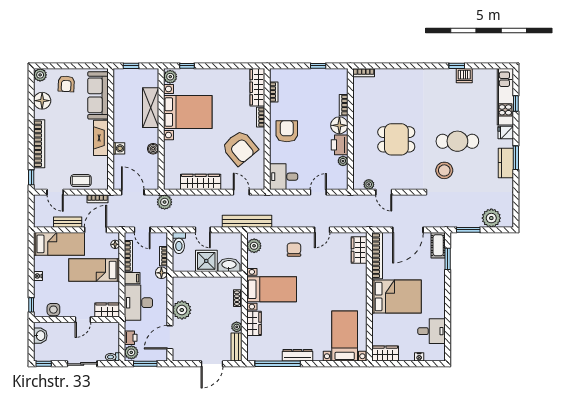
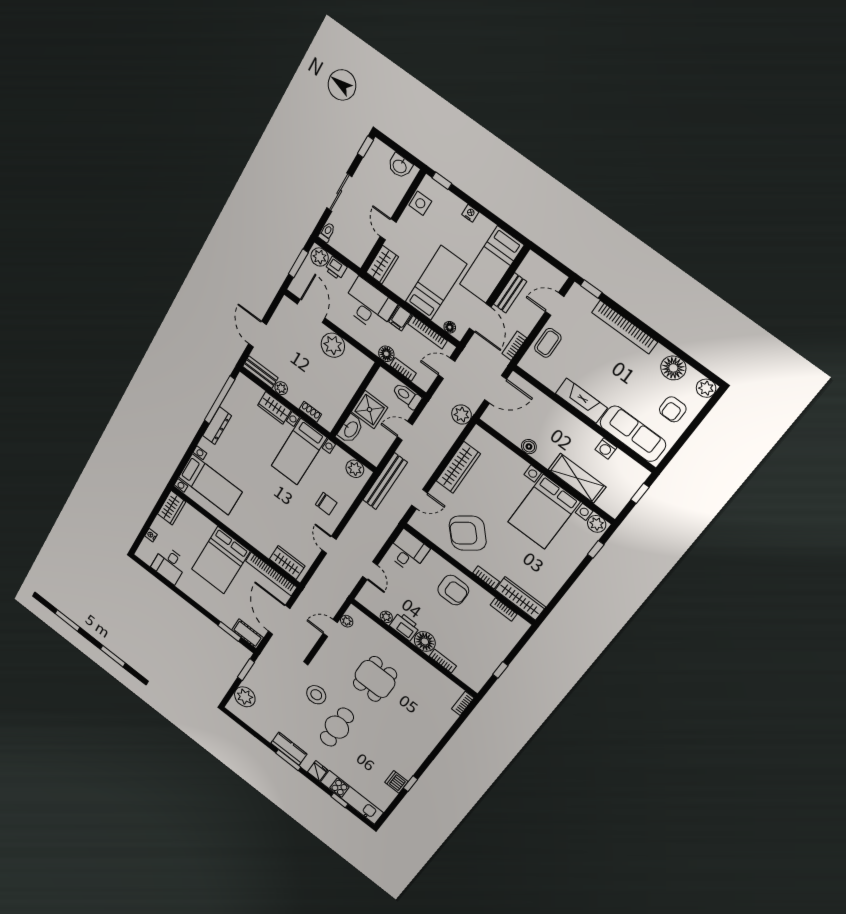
armchair: (66, 84) -> (673, 409), turned -93
washing machine: (119, 148) -> (606, 449), moved

